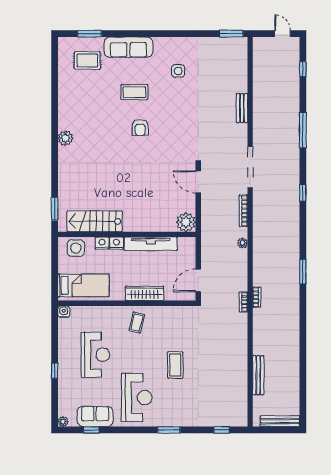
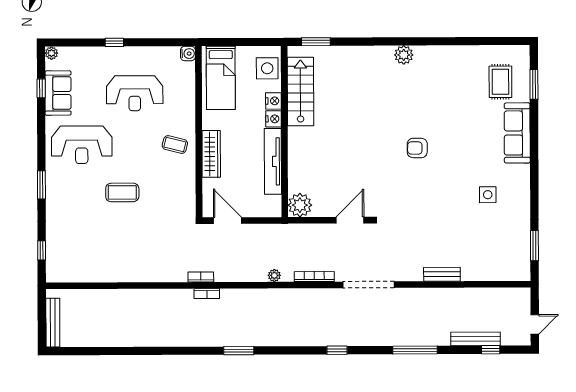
window: (231, 34) -> (534, 246), moved
coffee table: (134, 92) -> (461, 140), removed
bench: (258, 375) -> (475, 339), moved

